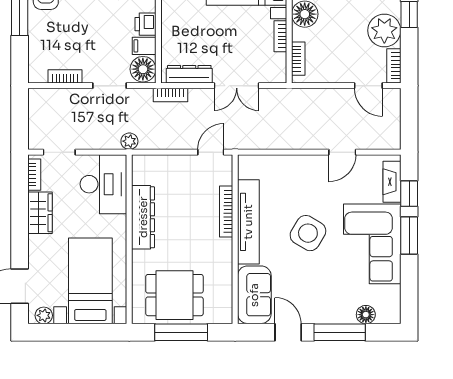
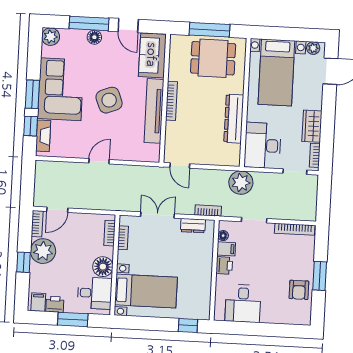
bookcase: (280, 36) -> (123, 238), moved
floor lamp: (143, 69) -> (223, 236), width x0.53, depth x0.53
dresser: (189, 74) -> (193, 226), width x0.70
bookcase: (65, 76) -> (295, 229), width x1.56
door: (368, 86) -> (57, 210), swing flipped
plant: (129, 141) -> (241, 183), width x1.87, depth x1.87
door: (211, 152) -> (180, 166), hinge flipped
door: (342, 152) -> (99, 161), moved
bookcase: (226, 211) -> (171, 101), moved
side table: (308, 233) -> (109, 100), turned 38
plant: (389, 312) -> (51, 37), added
floor lamp: (366, 315) -> (94, 37), moved

